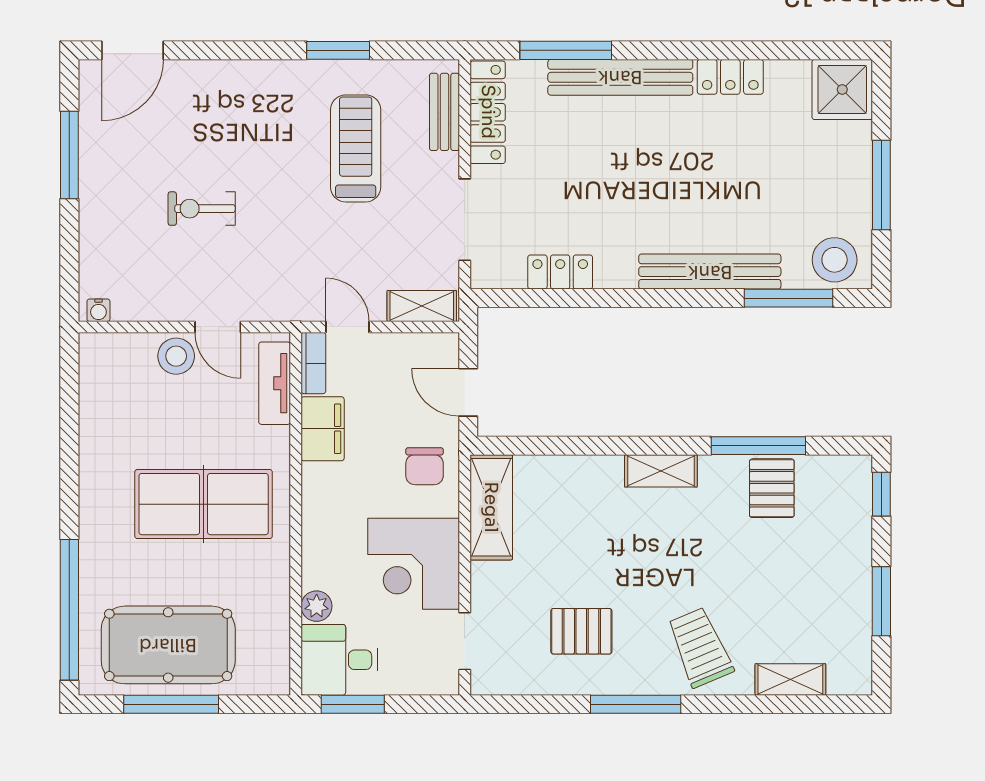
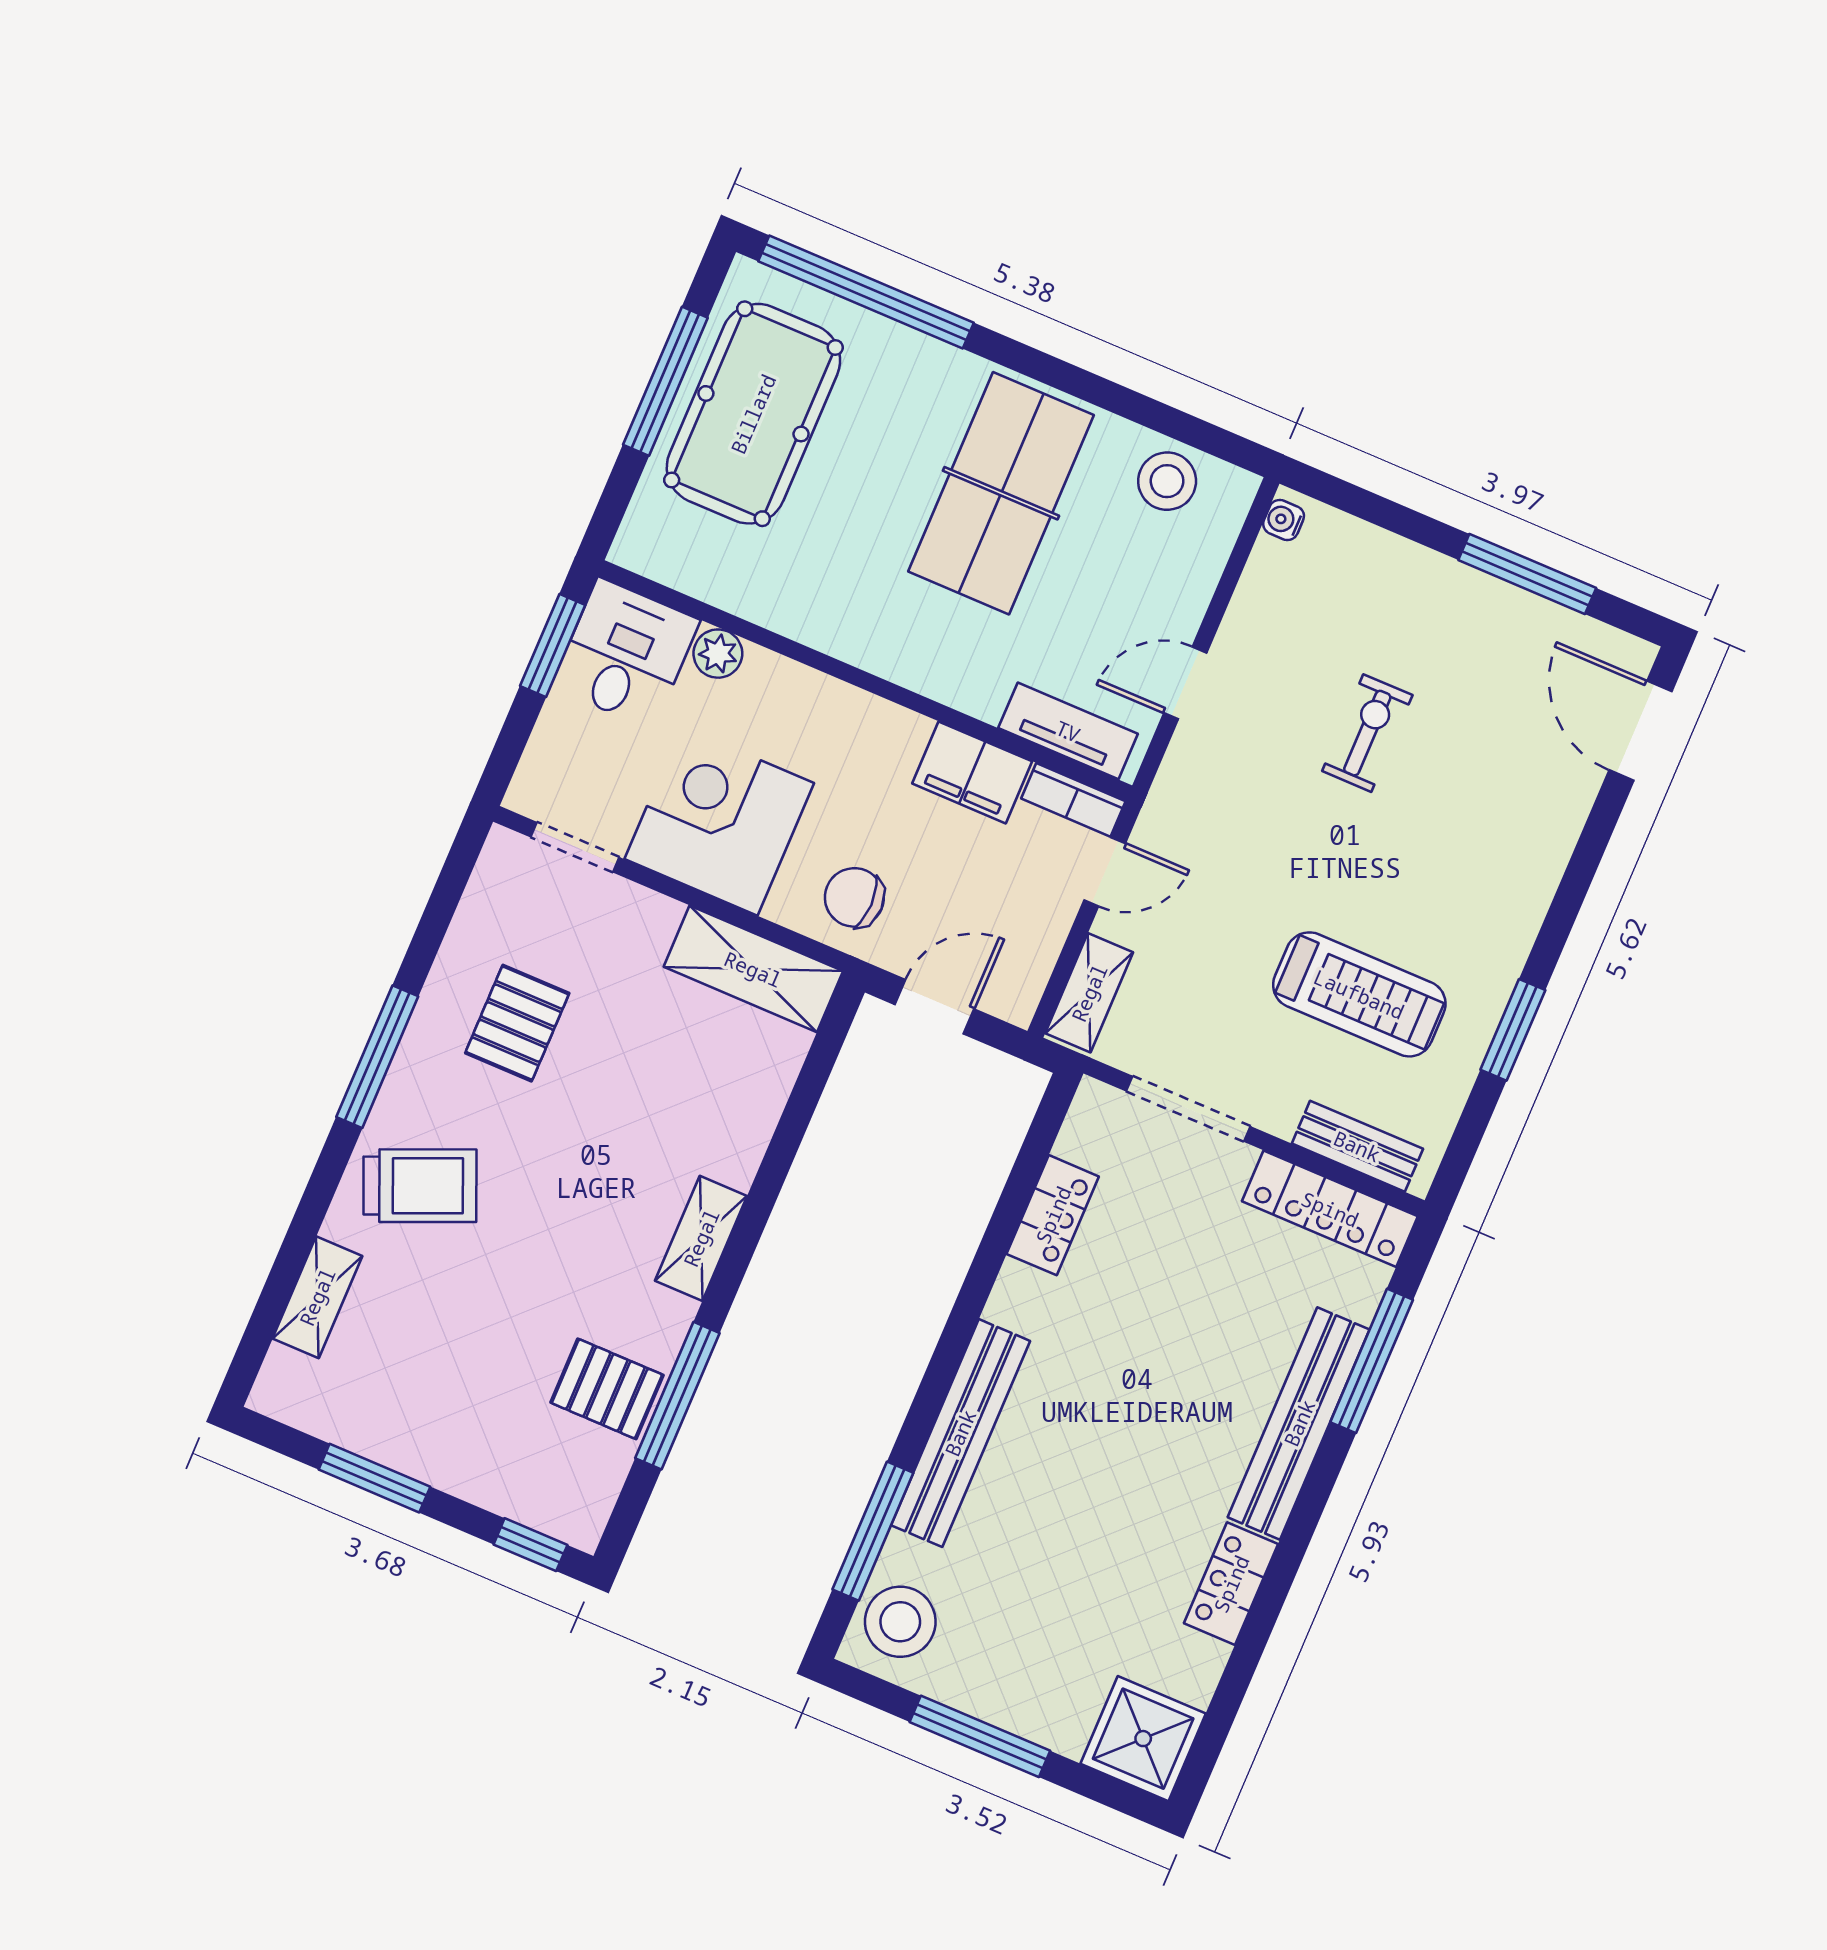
stool: (176, 356) -> (1167, 481), moved
table tennis table: (204, 504) -> (1001, 493), moved

